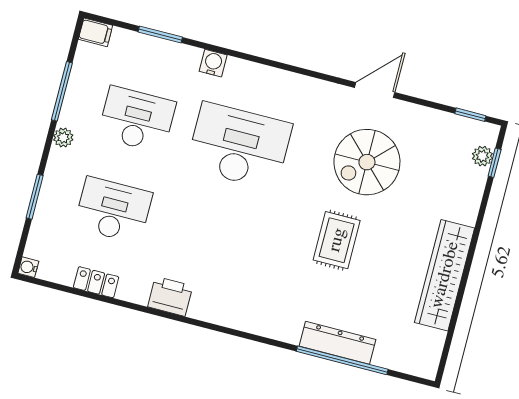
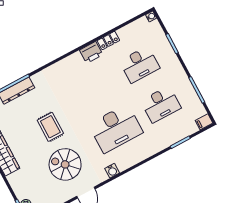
water cooler: (213, 63) -> (112, 171), moved
plant: (63, 138) -> (181, 74), removed
spiral stairs: (367, 162) -> (65, 164), turned -90
locker: (96, 282) -> (108, 41), moved

